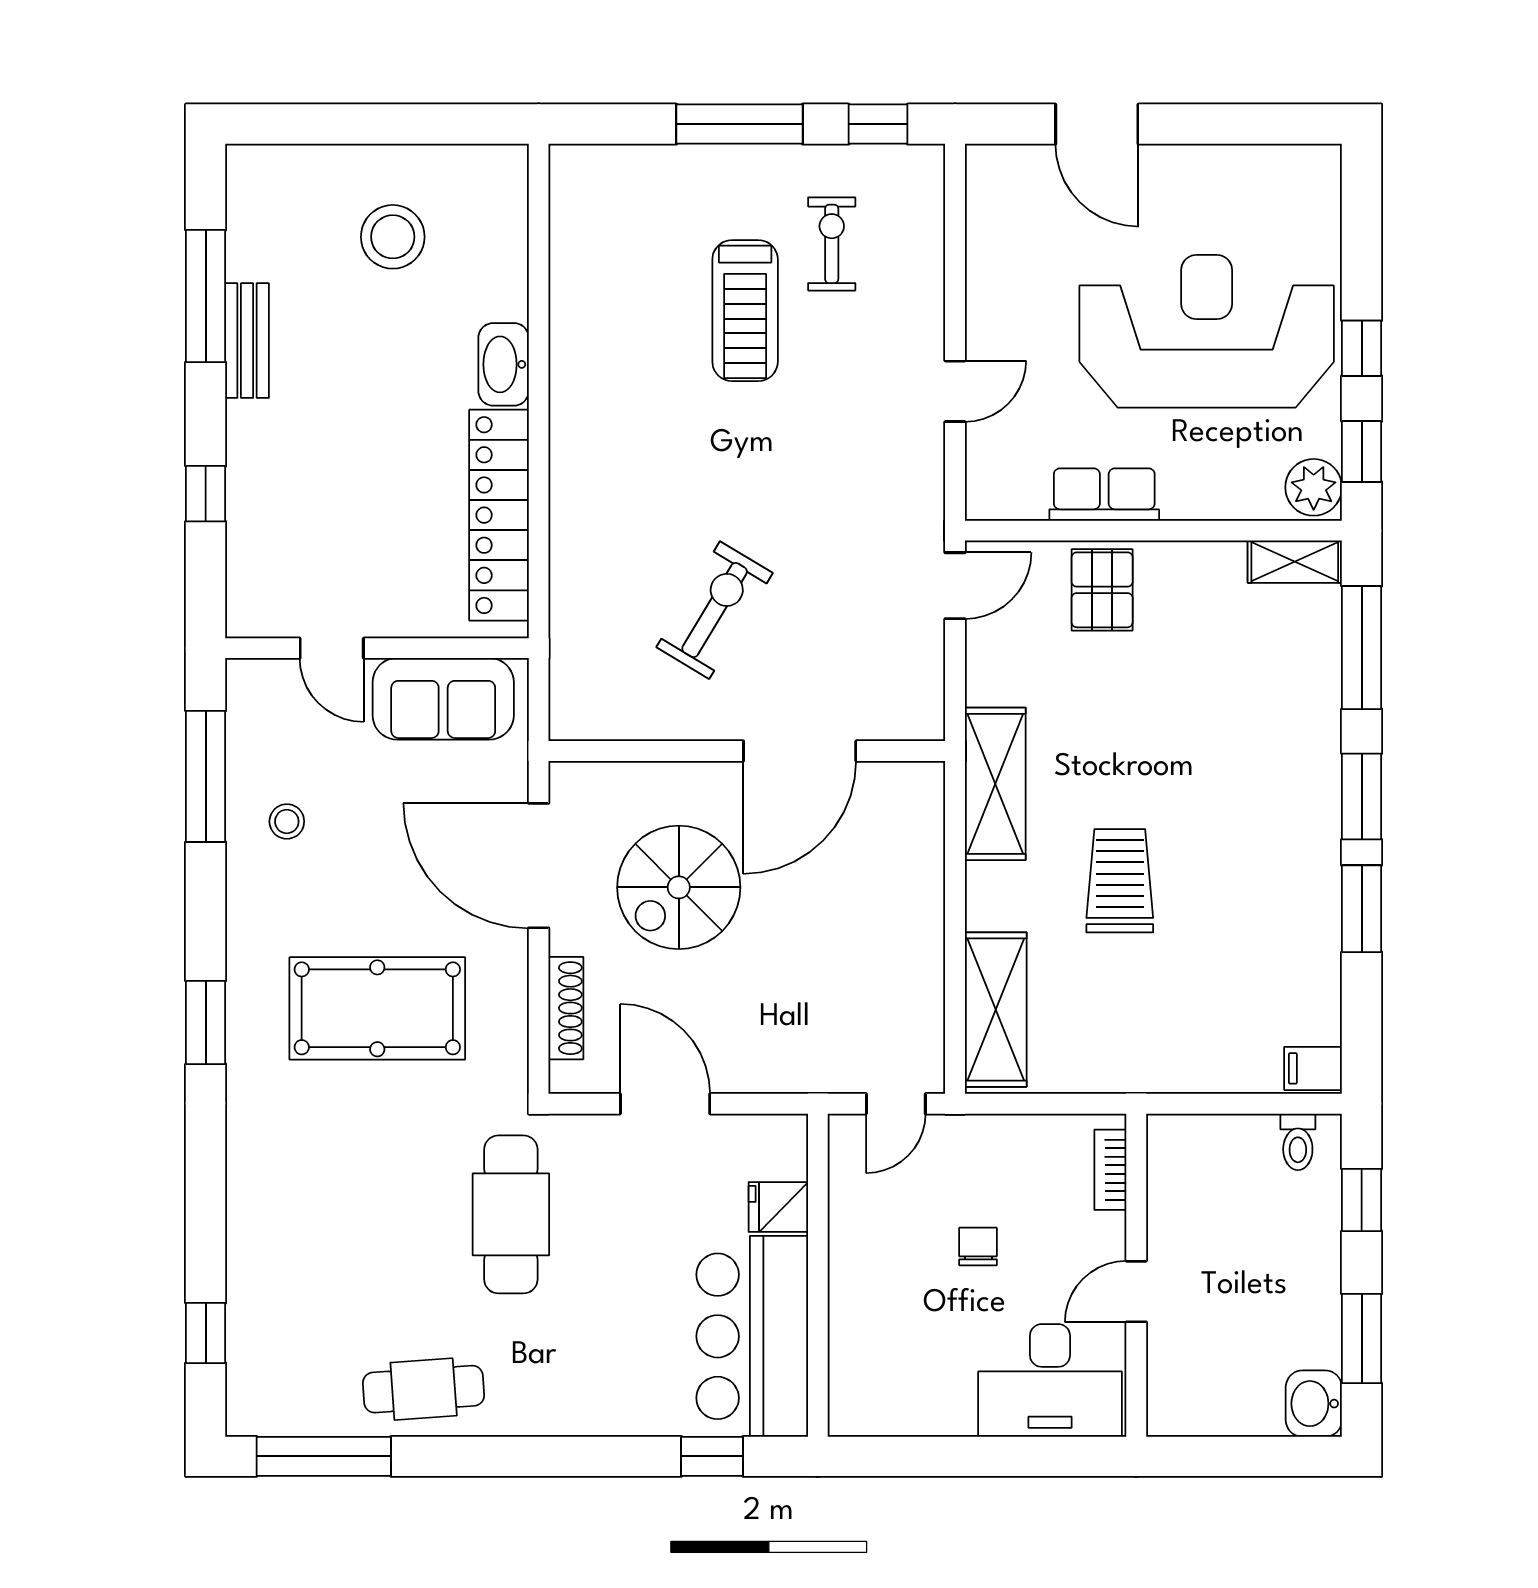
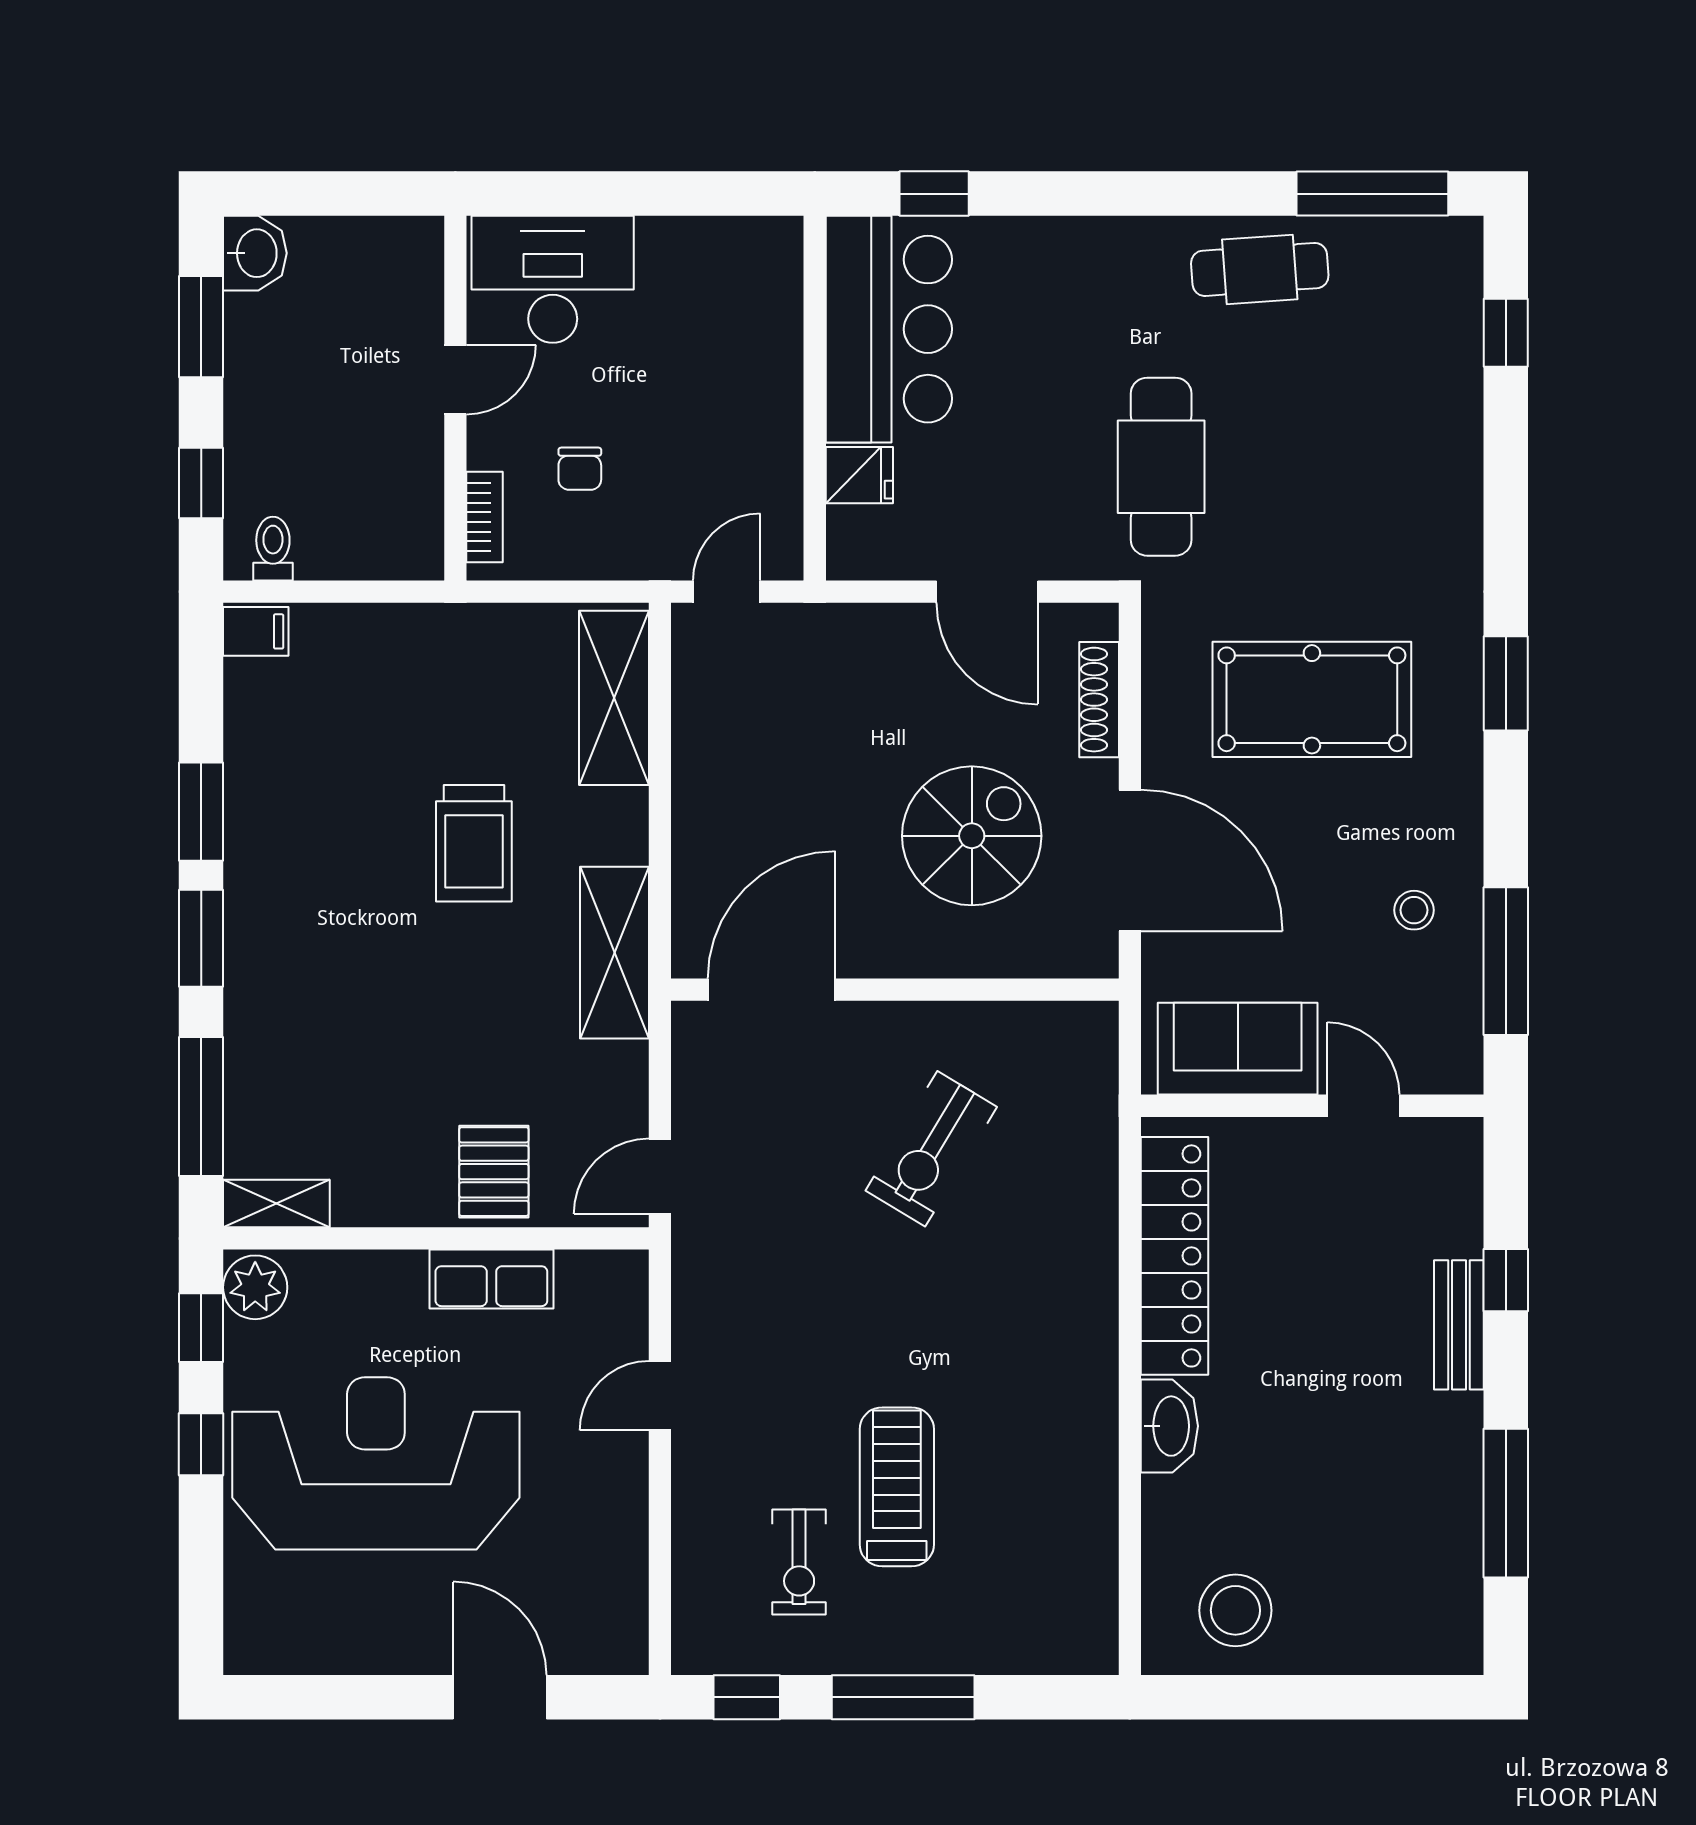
stool: (393, 237) -> (1235, 1610), moved
reception desk: (1207, 331) -> (376, 1463), turned 180
bench: (247, 341) -> (1459, 1325), moved
door: (800, 751) -> (772, 990), moved
chair: (978, 1247) -> (580, 469), moved

